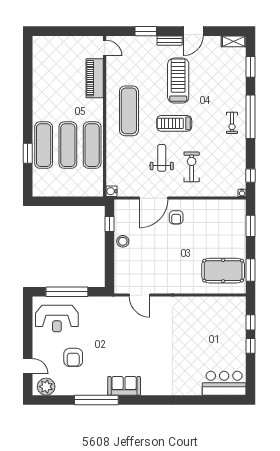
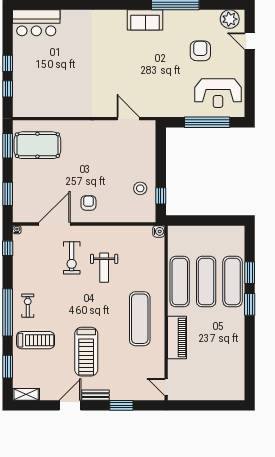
piano: (95, 78) -> (177, 337), moved
treadmill: (174, 123) -> (35, 340), moved
window: (28, 124) -> (250, 304), added
door: (153, 198) -> (55, 224), moved
stool: (123, 241) -> (140, 188), moved
reception desk: (57, 319) -> (218, 93), turned 180

